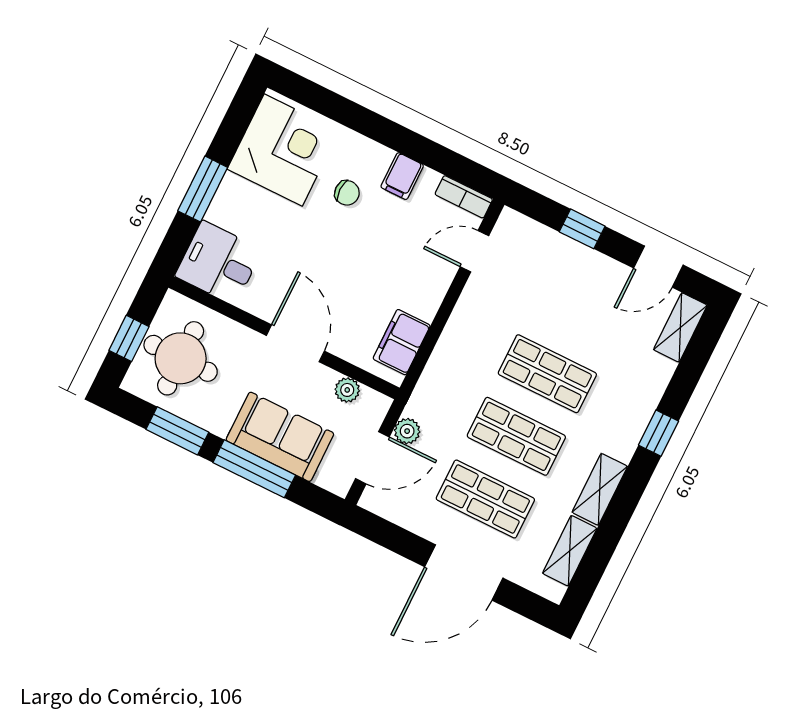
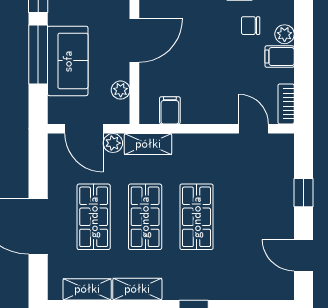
plant: (378, 157) -> (285, 34), added
chair: (347, 193) -> (251, 26), turned 90
shelving: (680, 327) -> (148, 144), moved
filing cabinet: (402, 342) -> (170, 110), width x0.50

